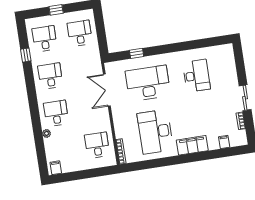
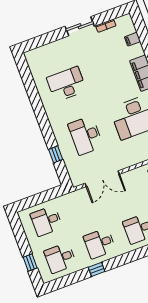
window: (56, 10) -> (30, 263), moved
window: (26, 55) -> (97, 269), moved
desk: (148, 83) -> (86, 135), width x0.73, depth x0.77

